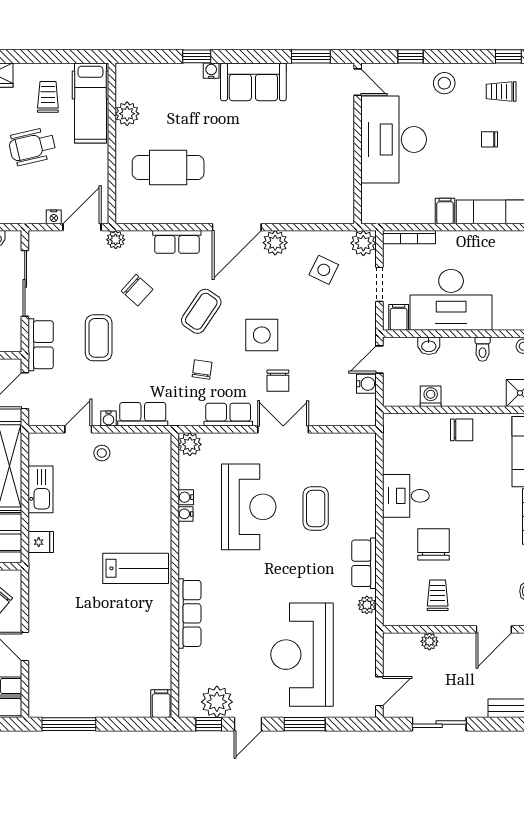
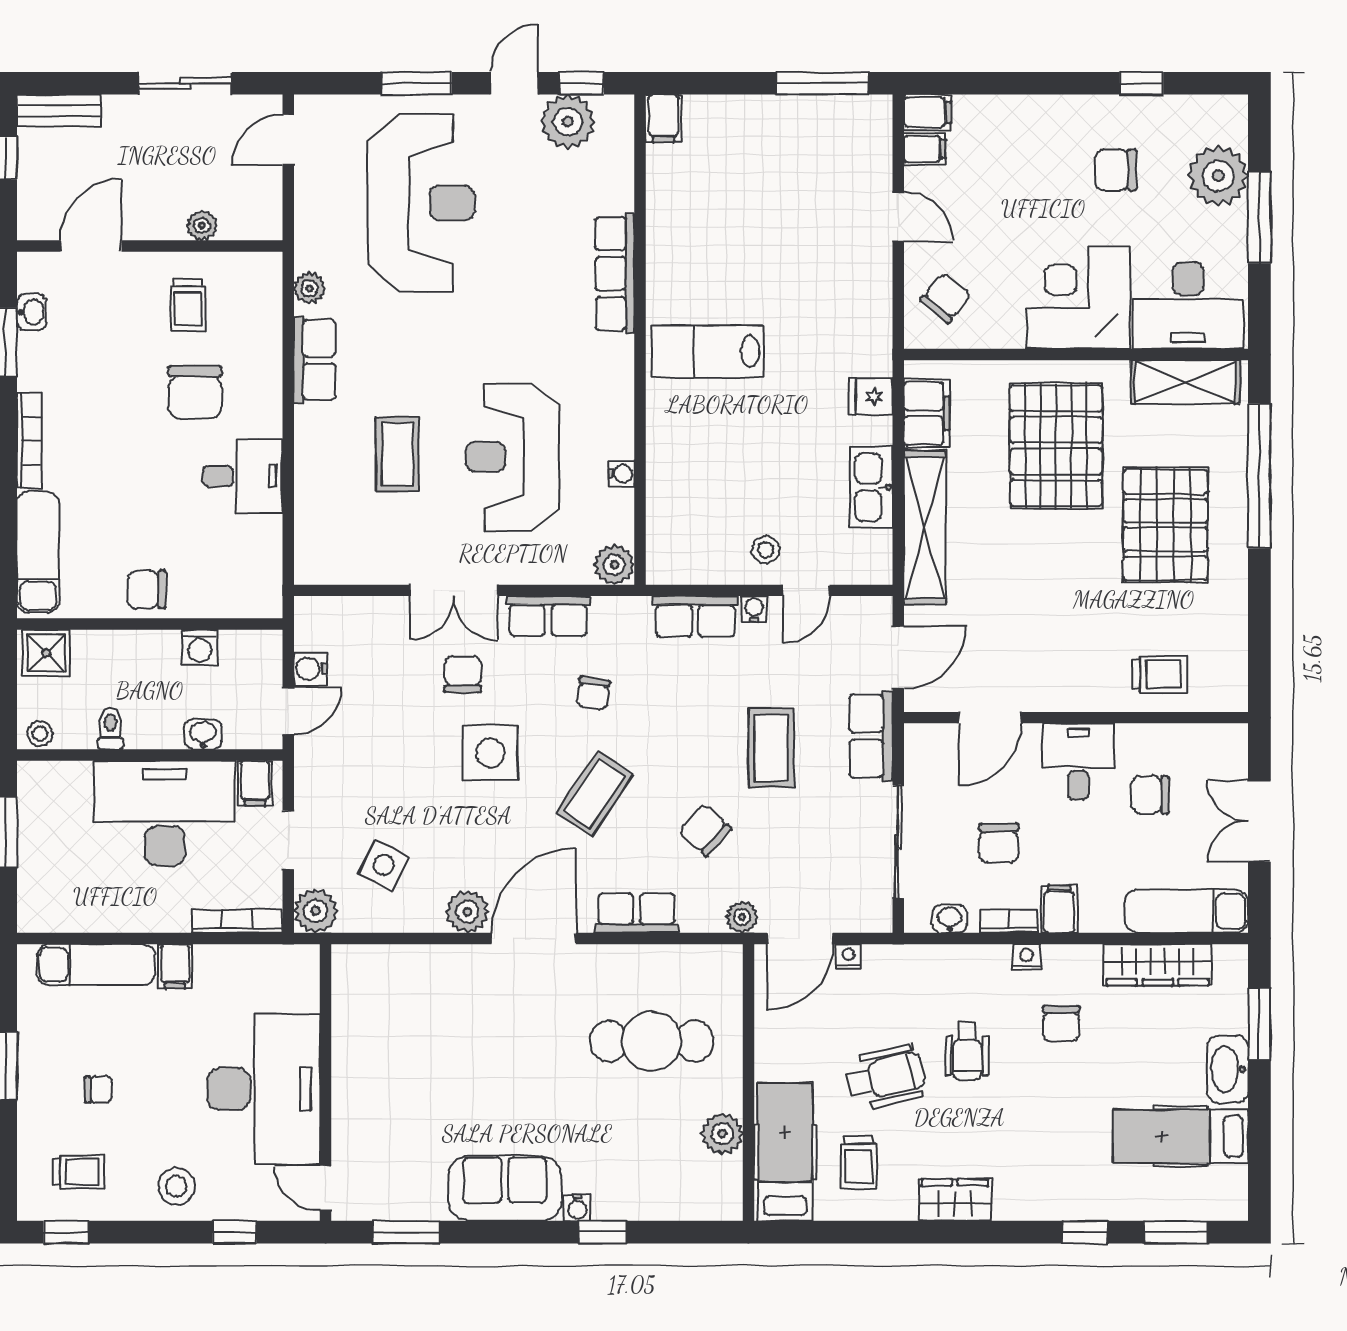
water cooler: (186, 514) -> (622, 445), removed

